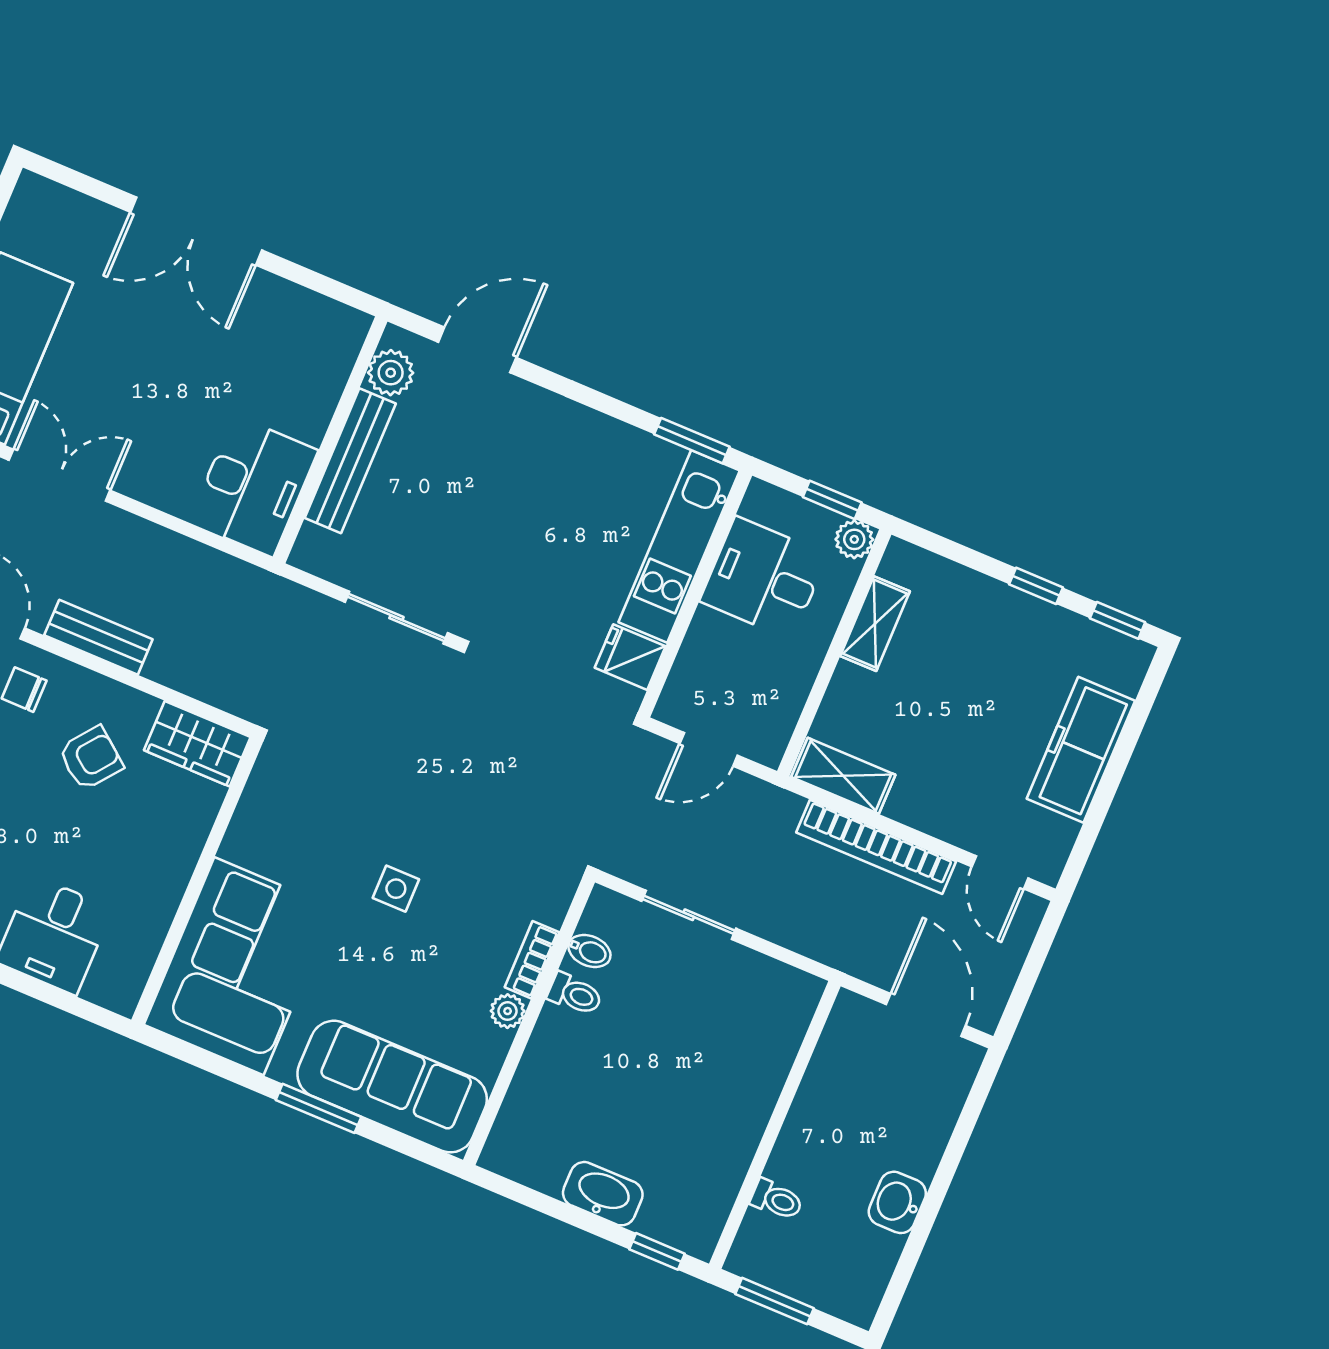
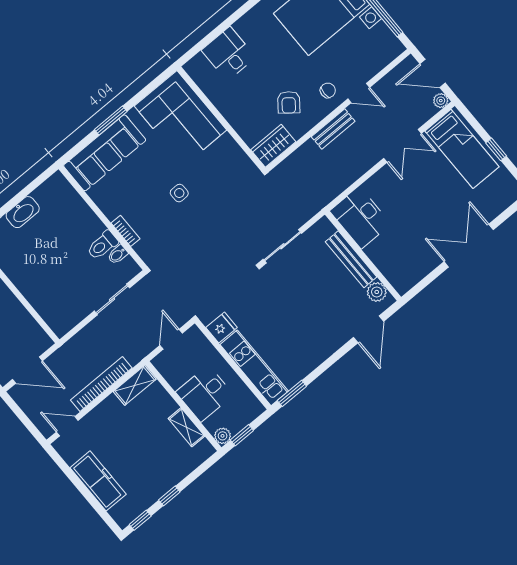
desk: (764, 578) -> (205, 393), moved, turned 180
toilet: (575, 994) -> (102, 245), width x1.37, depth x1.39
plant: (508, 1011) -> (111, 212), removed

